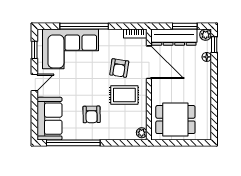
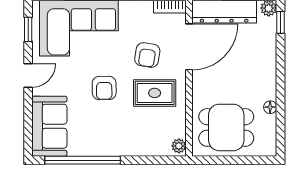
floor lamp: (207, 57) -> (270, 107), moved
door: (149, 62) -> (189, 47), hinge flipped
armchair: (92, 114) -> (104, 88), moved

